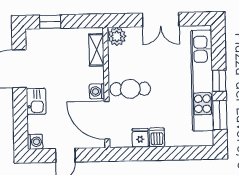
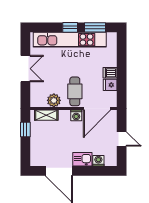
window: (50, 22) -> (25, 130), moved
plant: (117, 36) -> (54, 100), moved
washing machine: (35, 142) -> (98, 161), moved

